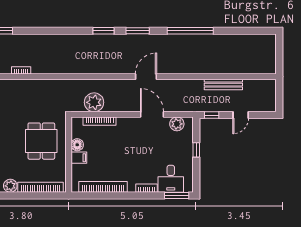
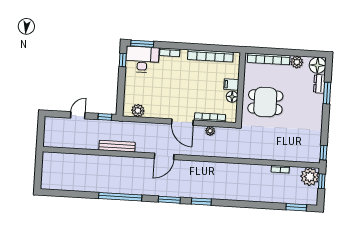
bench: (223, 85) -> (117, 146), moved
plant: (94, 102) -> (210, 131), width x0.53, depth x0.53
door: (152, 114) -> (182, 122), moved
dining table: (41, 141) -> (265, 102), turned 90
window: (196, 150) -> (123, 60), moved
desk: (171, 179) -> (142, 59), width x1.37

